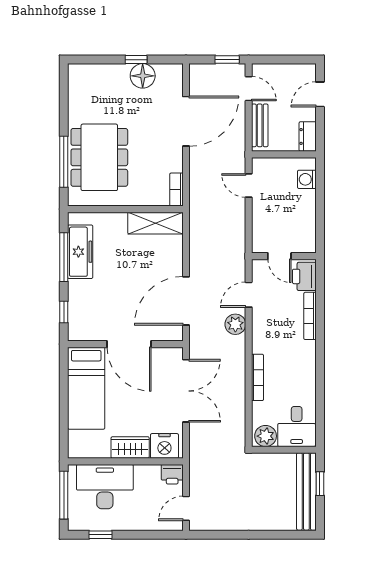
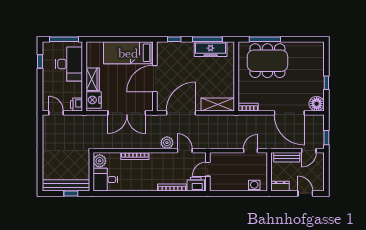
floor lamp: (143, 76) -> (317, 104), moved
shelving: (155, 223) -> (218, 104), moved, turned 90
door: (186, 301) -> (181, 113), hinge flipped

